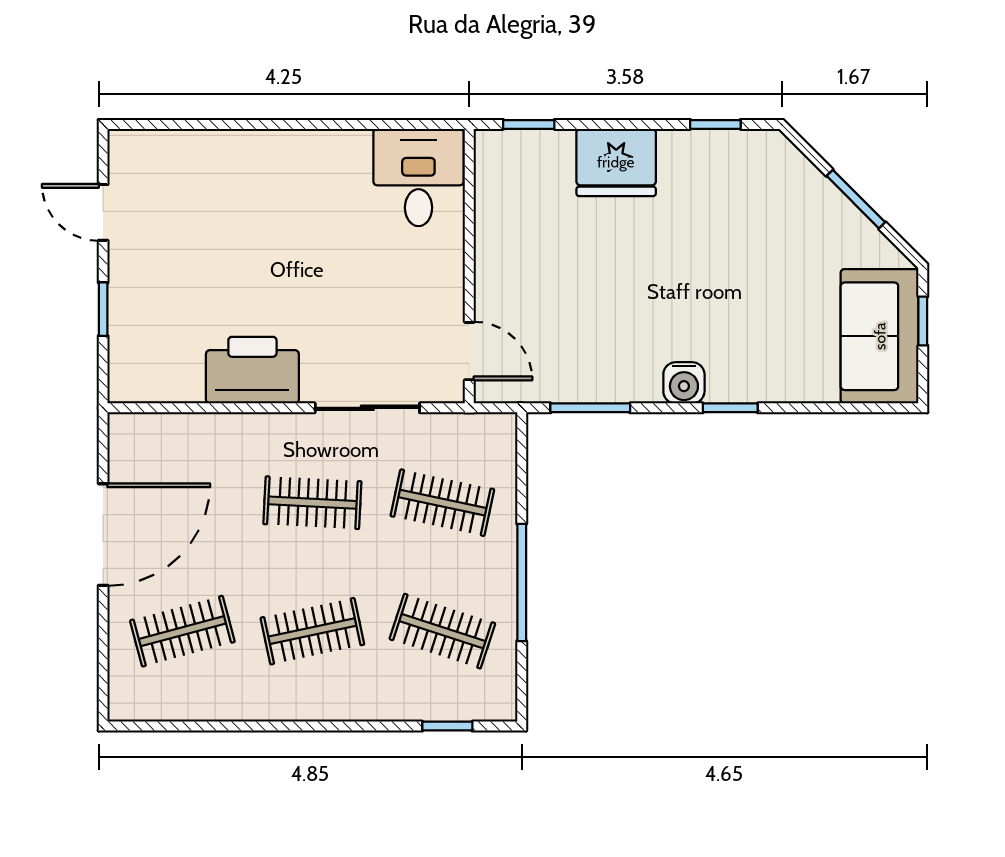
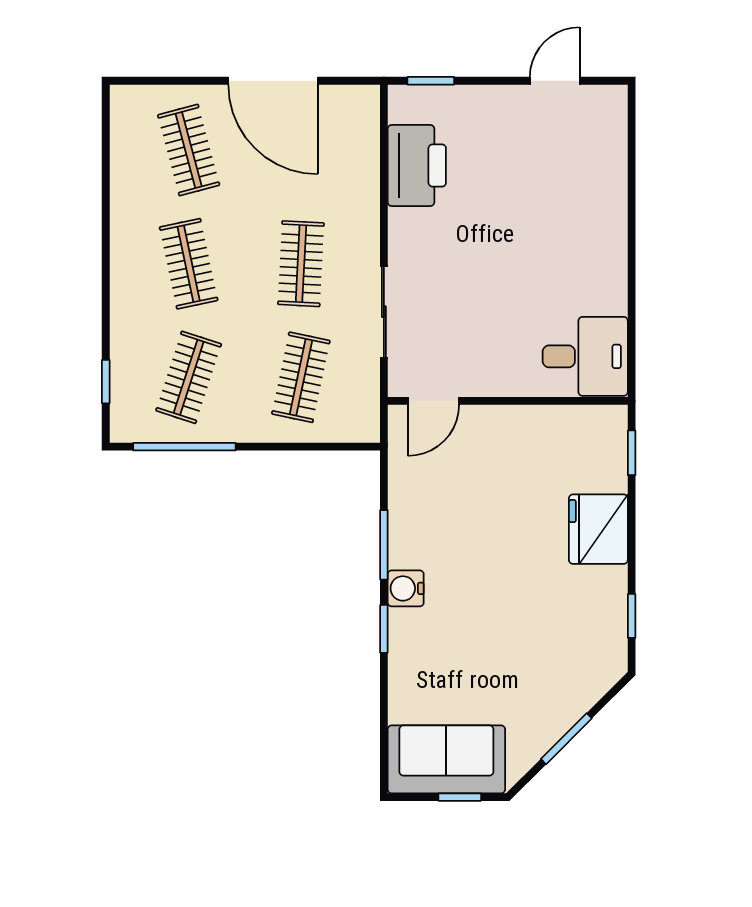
window: (103, 309) -> (431, 81), moved
printer: (252, 370) -> (417, 165), moved
window: (590, 408) -> (384, 545), moved
window: (522, 582) -> (184, 447), moved

